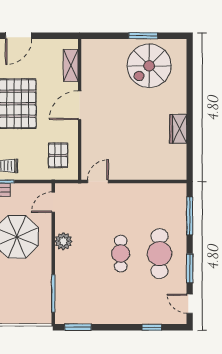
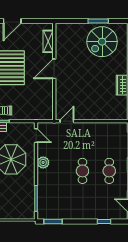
pallet: (58, 155) -> (39, 103), removed
door: (53, 202) -> (36, 136), swing flipped
cafe table: (159, 254) -> (109, 171), width x0.73, depth x0.74

